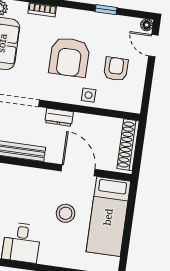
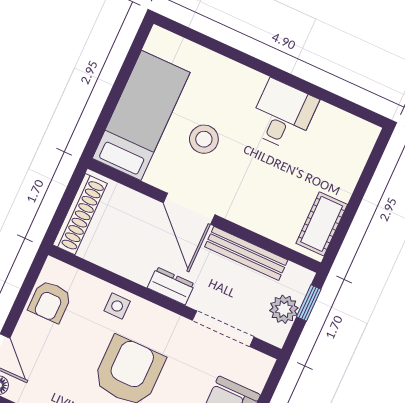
armchair: (116, 69) -> (50, 301), moved
door: (78, 170) -> (189, 209), moved

